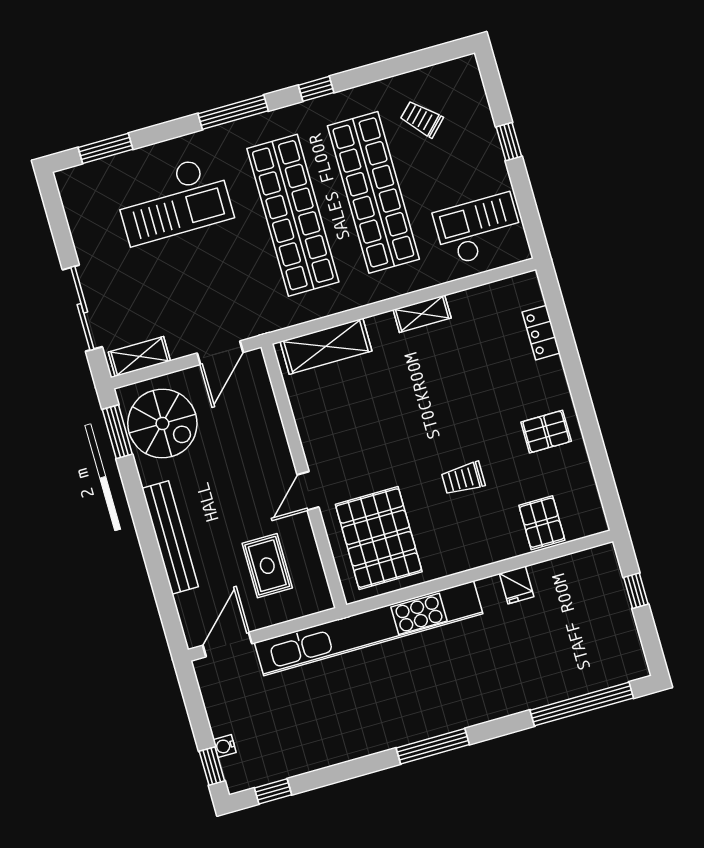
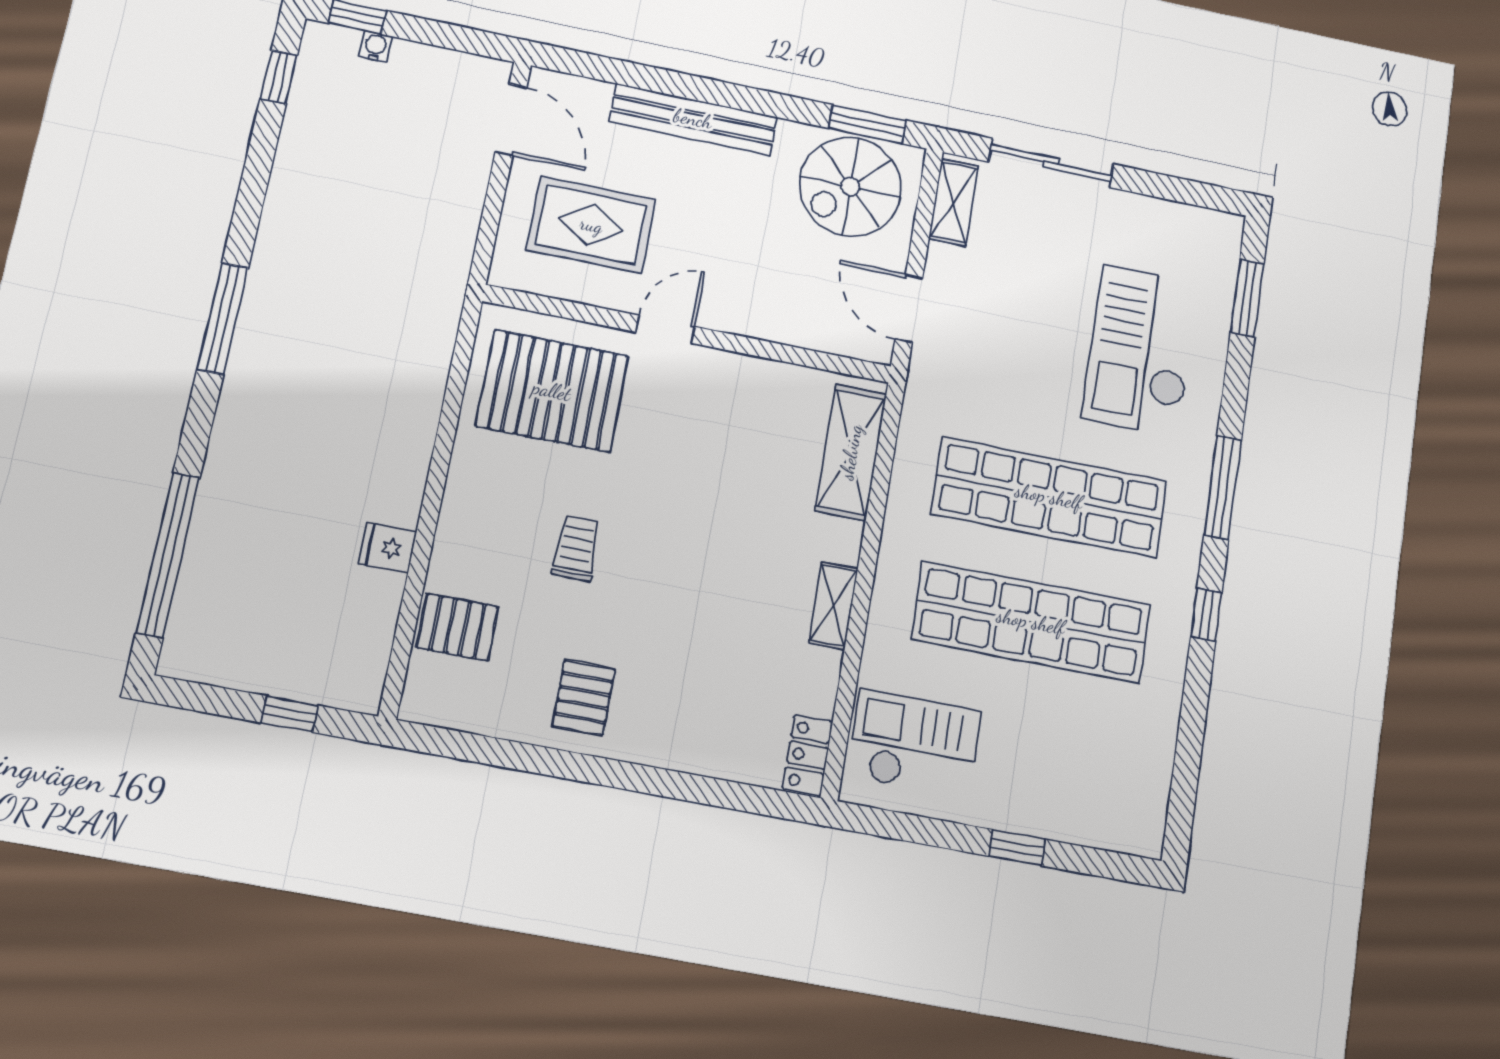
trolley: (422, 119) -> (1102, 740), removed
checkout: (478, 229) -> (914, 743), turned -90
locker: (541, 333) -> (807, 755), moved, turned -90
door: (308, 491) -> (665, 329), hinge flipped
rug: (267, 566) -> (591, 225), width x1.36, depth x1.43
kitchen unit: (369, 628) -> (434, 315), removed

